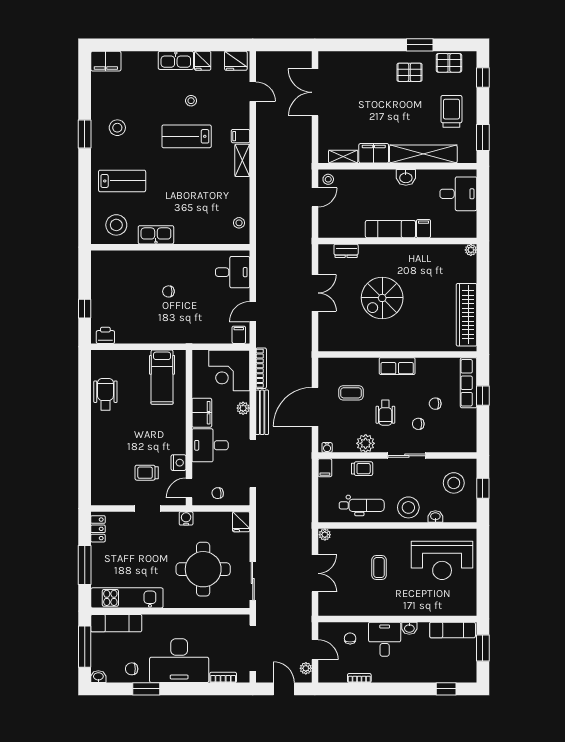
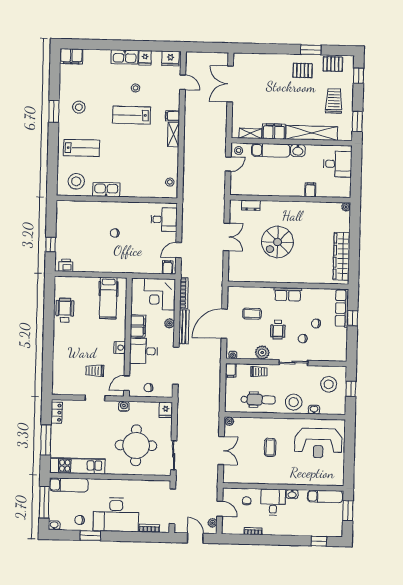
exam couch: (390, 229) -> (271, 150), moved, turned 180
nightstand: (179, 463) -> (120, 348), moved

